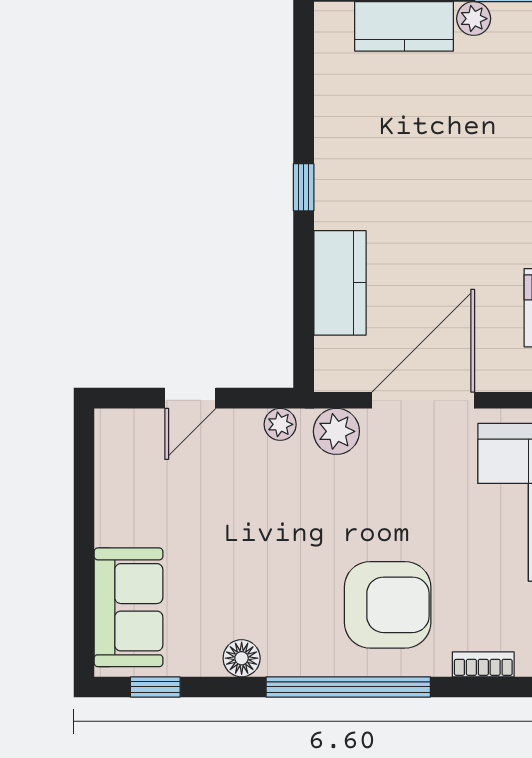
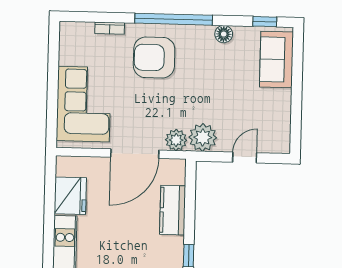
plant: (280, 424) -> (203, 137), width x1.87, depth x1.87

